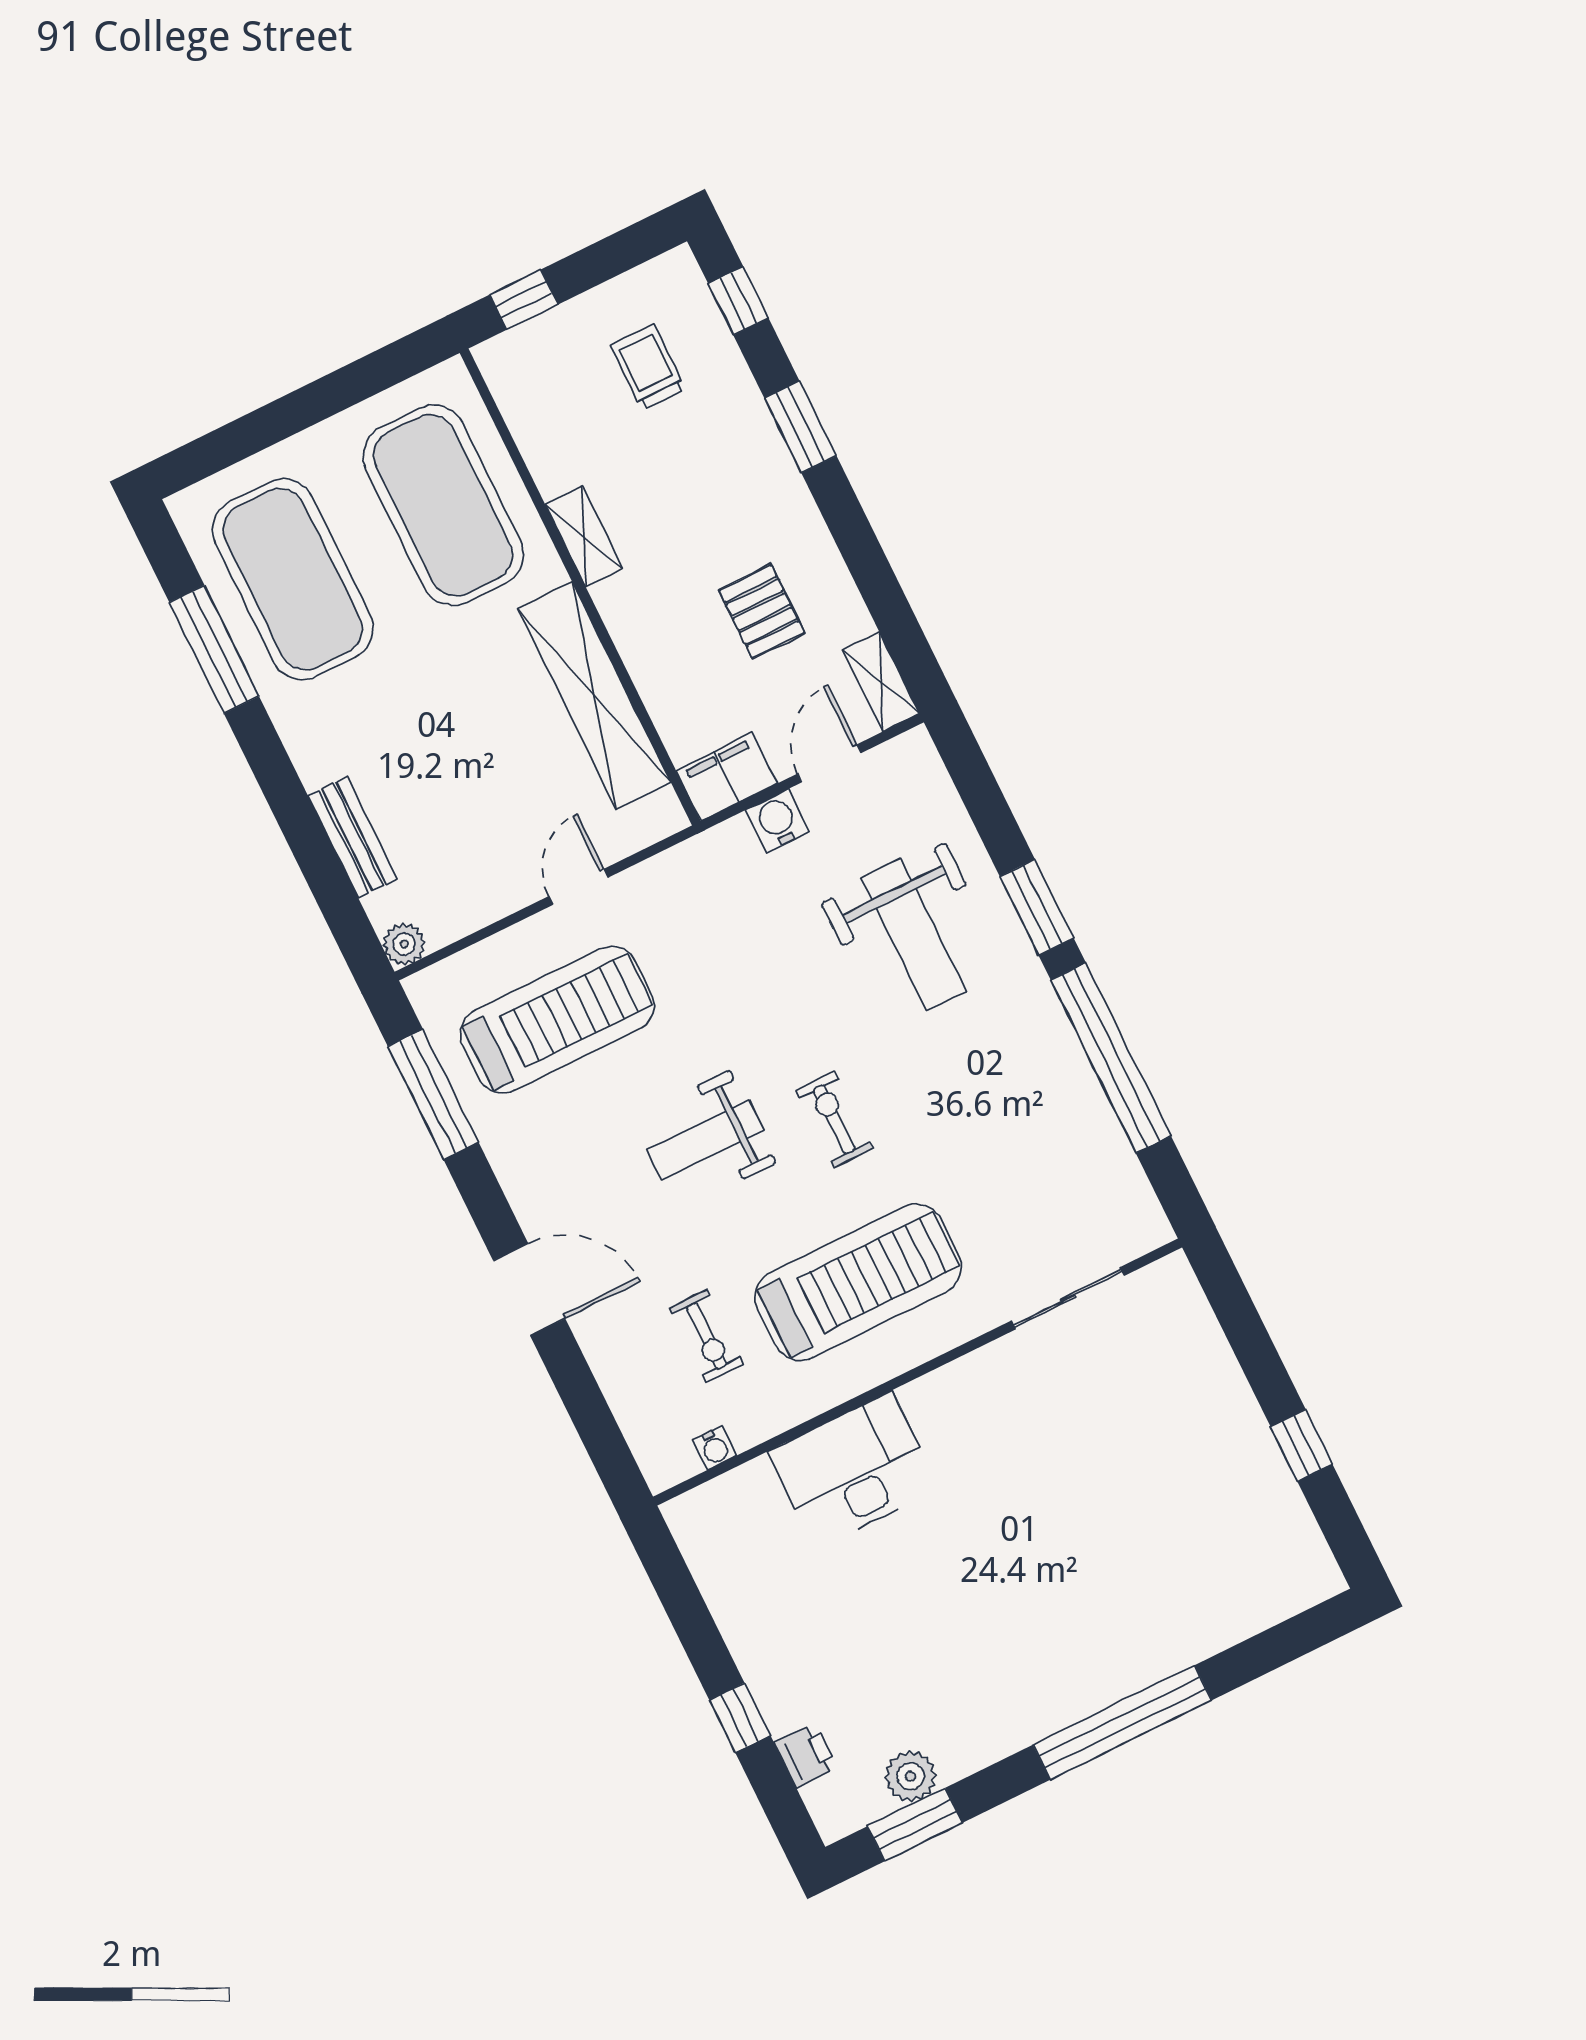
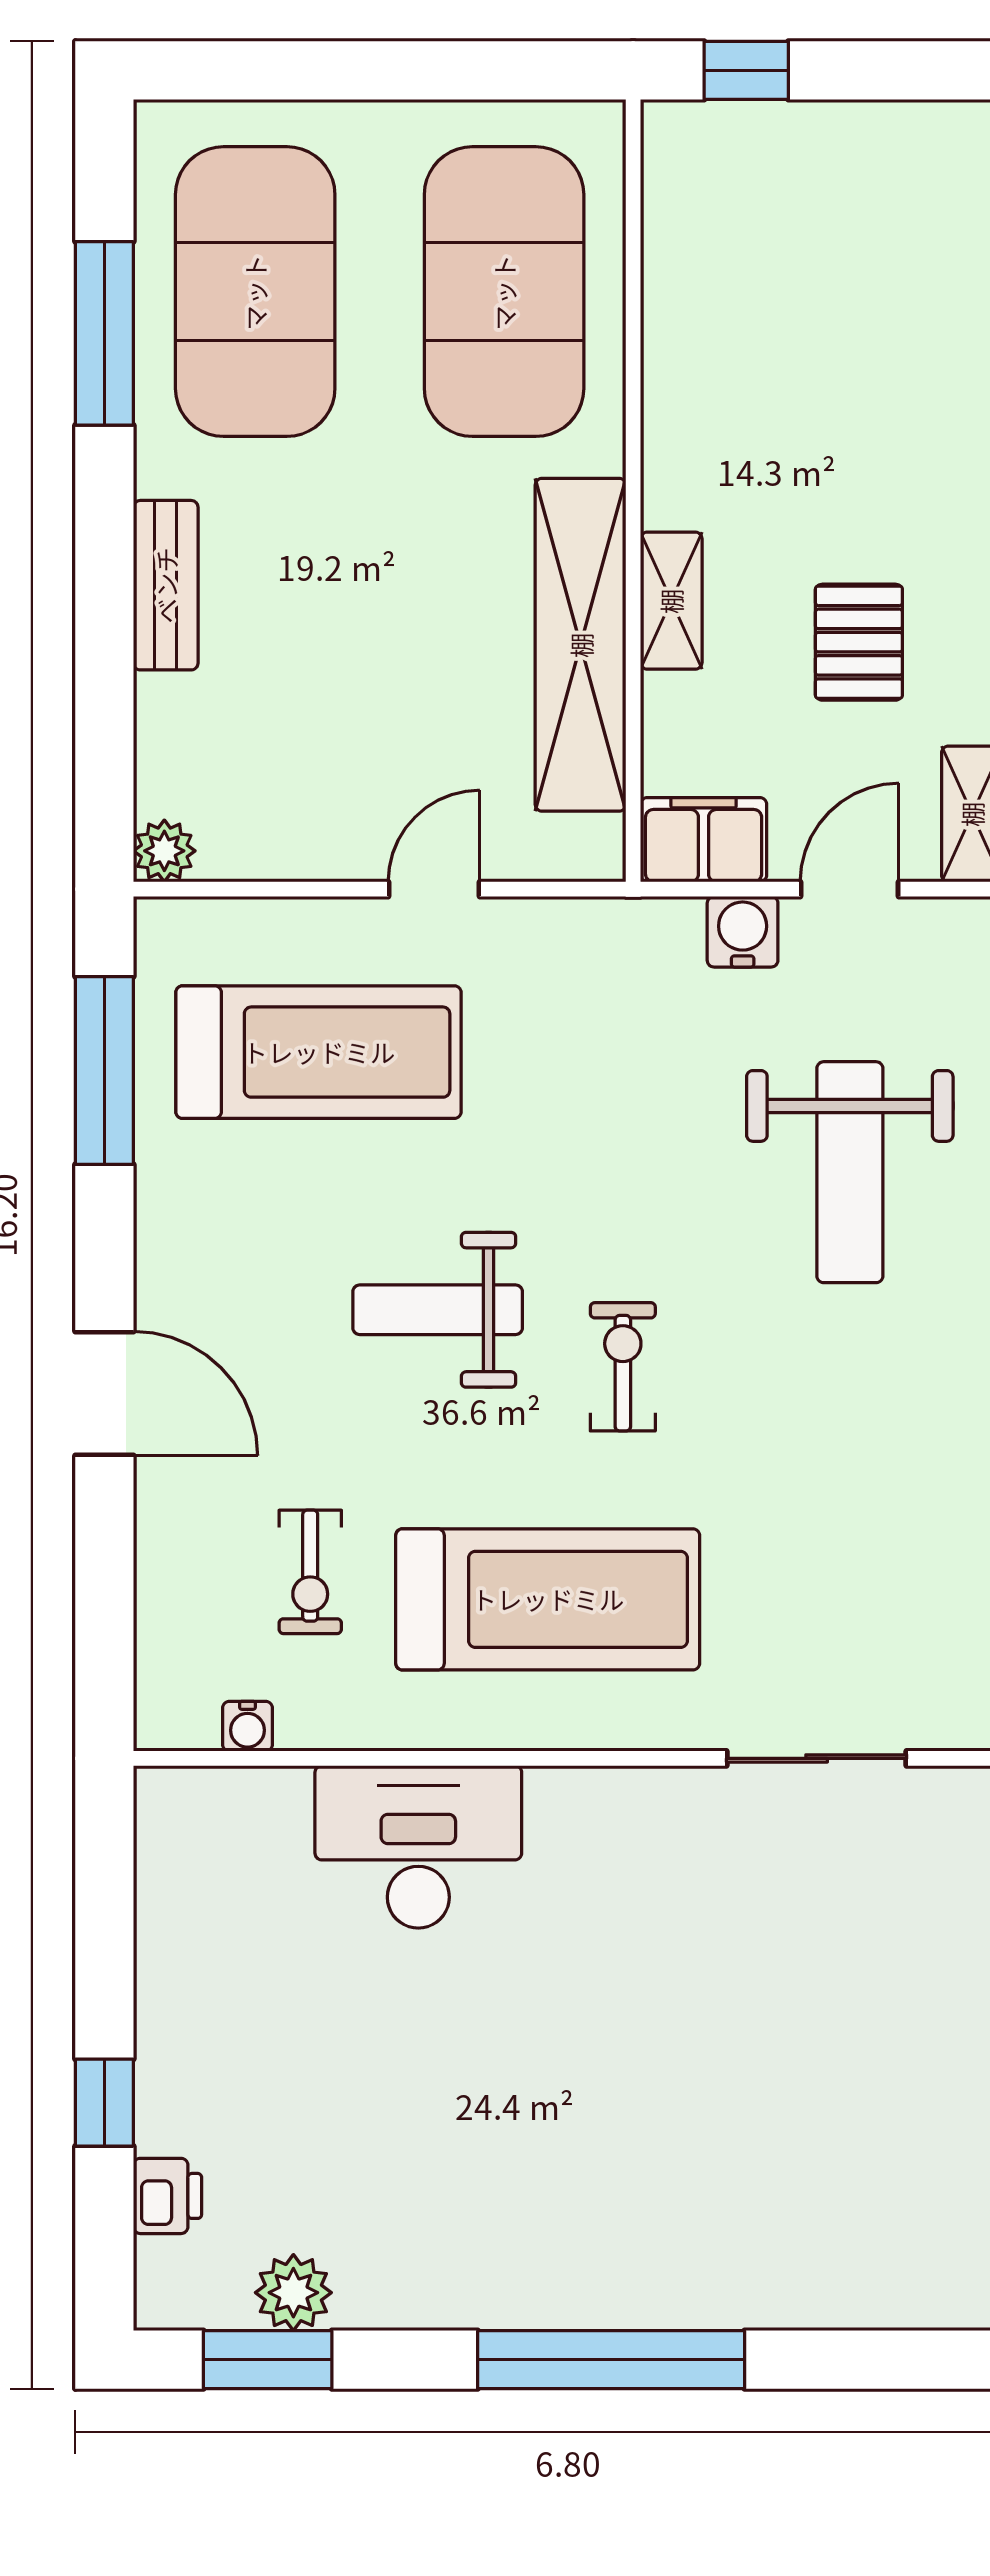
trolley: (648, 367) -> (868, 242), removed
shelving: (584, 536) -> (671, 601), moved
bench: (353, 837) -> (166, 585), moved

